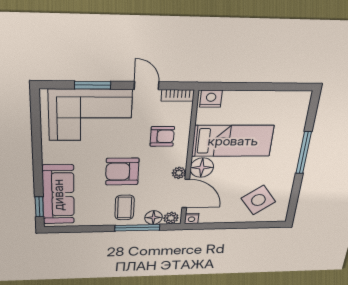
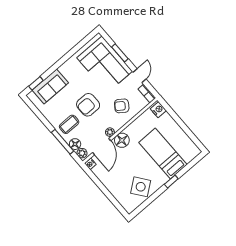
armchair: (162, 136) -> (122, 106), turned 126
bed: (233, 141) -> (163, 153), moved, turned 180
window: (304, 153) -> (171, 182), width x0.46
armchair: (122, 172) -> (88, 105), turned -90
sofa: (58, 195) -> (50, 86), width x0.73
side table: (258, 200) -> (141, 187), moved

